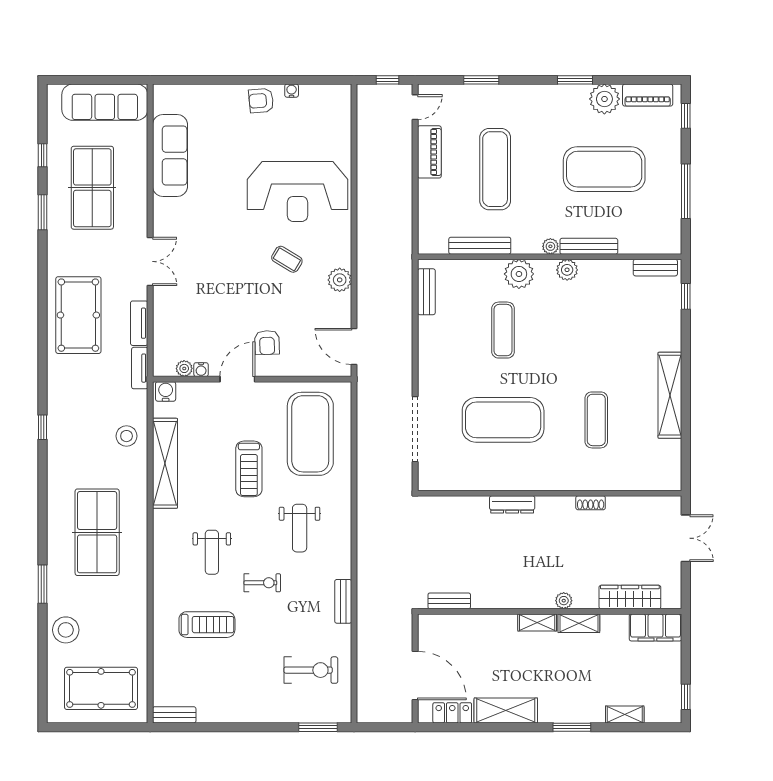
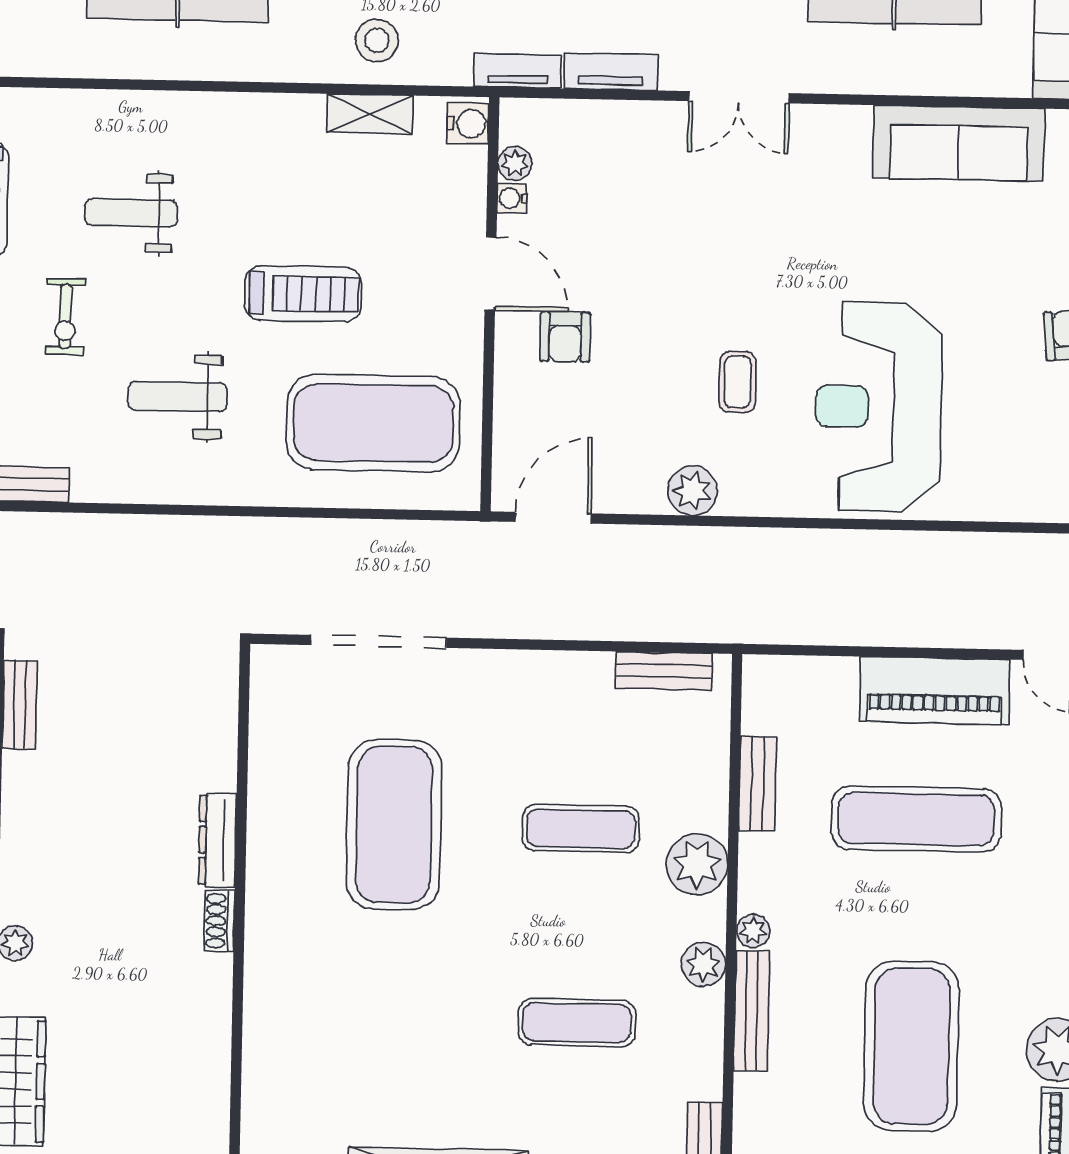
piano: (429, 152) -> (935, 691), width x1.37, depth x1.33
bench: (480, 246) -> (758, 784), width x0.73
coffee table: (287, 259) -> (738, 382), turned -31
armchair: (267, 343) -> (565, 337), turned -88
exercise mat: (596, 420) -> (577, 1023), moved
shelving: (165, 463) -> (370, 114), width x0.45, depth x0.75
treadmill: (249, 469) -> (303, 294), turned 180
shoe rack: (591, 503) -> (219, 921), moved

